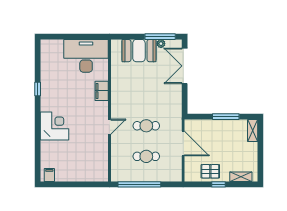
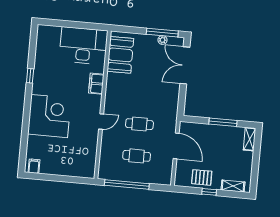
booth: (139, 51) -> (120, 55), moved, turned 90
corner desk: (55, 126) -> (49, 116), width x1.36, depth x1.36

